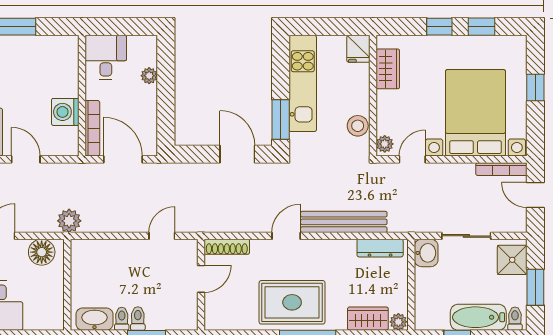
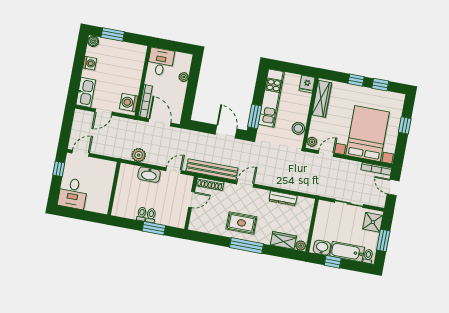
wardrobe: (388, 69) -> (322, 99), width x1.50
washing machine: (65, 112) -> (129, 102), moved
door: (26, 159) -> (104, 112), swing flipped
plant: (69, 221) -> (139, 155), moved
bench: (344, 222) -> (212, 169), moved
dresser: (380, 248) -> (283, 198), moved
floor lamp: (42, 252) -> (103, 167), removed
washbasin: (426, 253) -> (322, 248), moved, turned -90
rug: (292, 302) -> (241, 223), width x0.73, depth x0.70
washbasin: (94, 319) -> (149, 175), moved, turned 180

